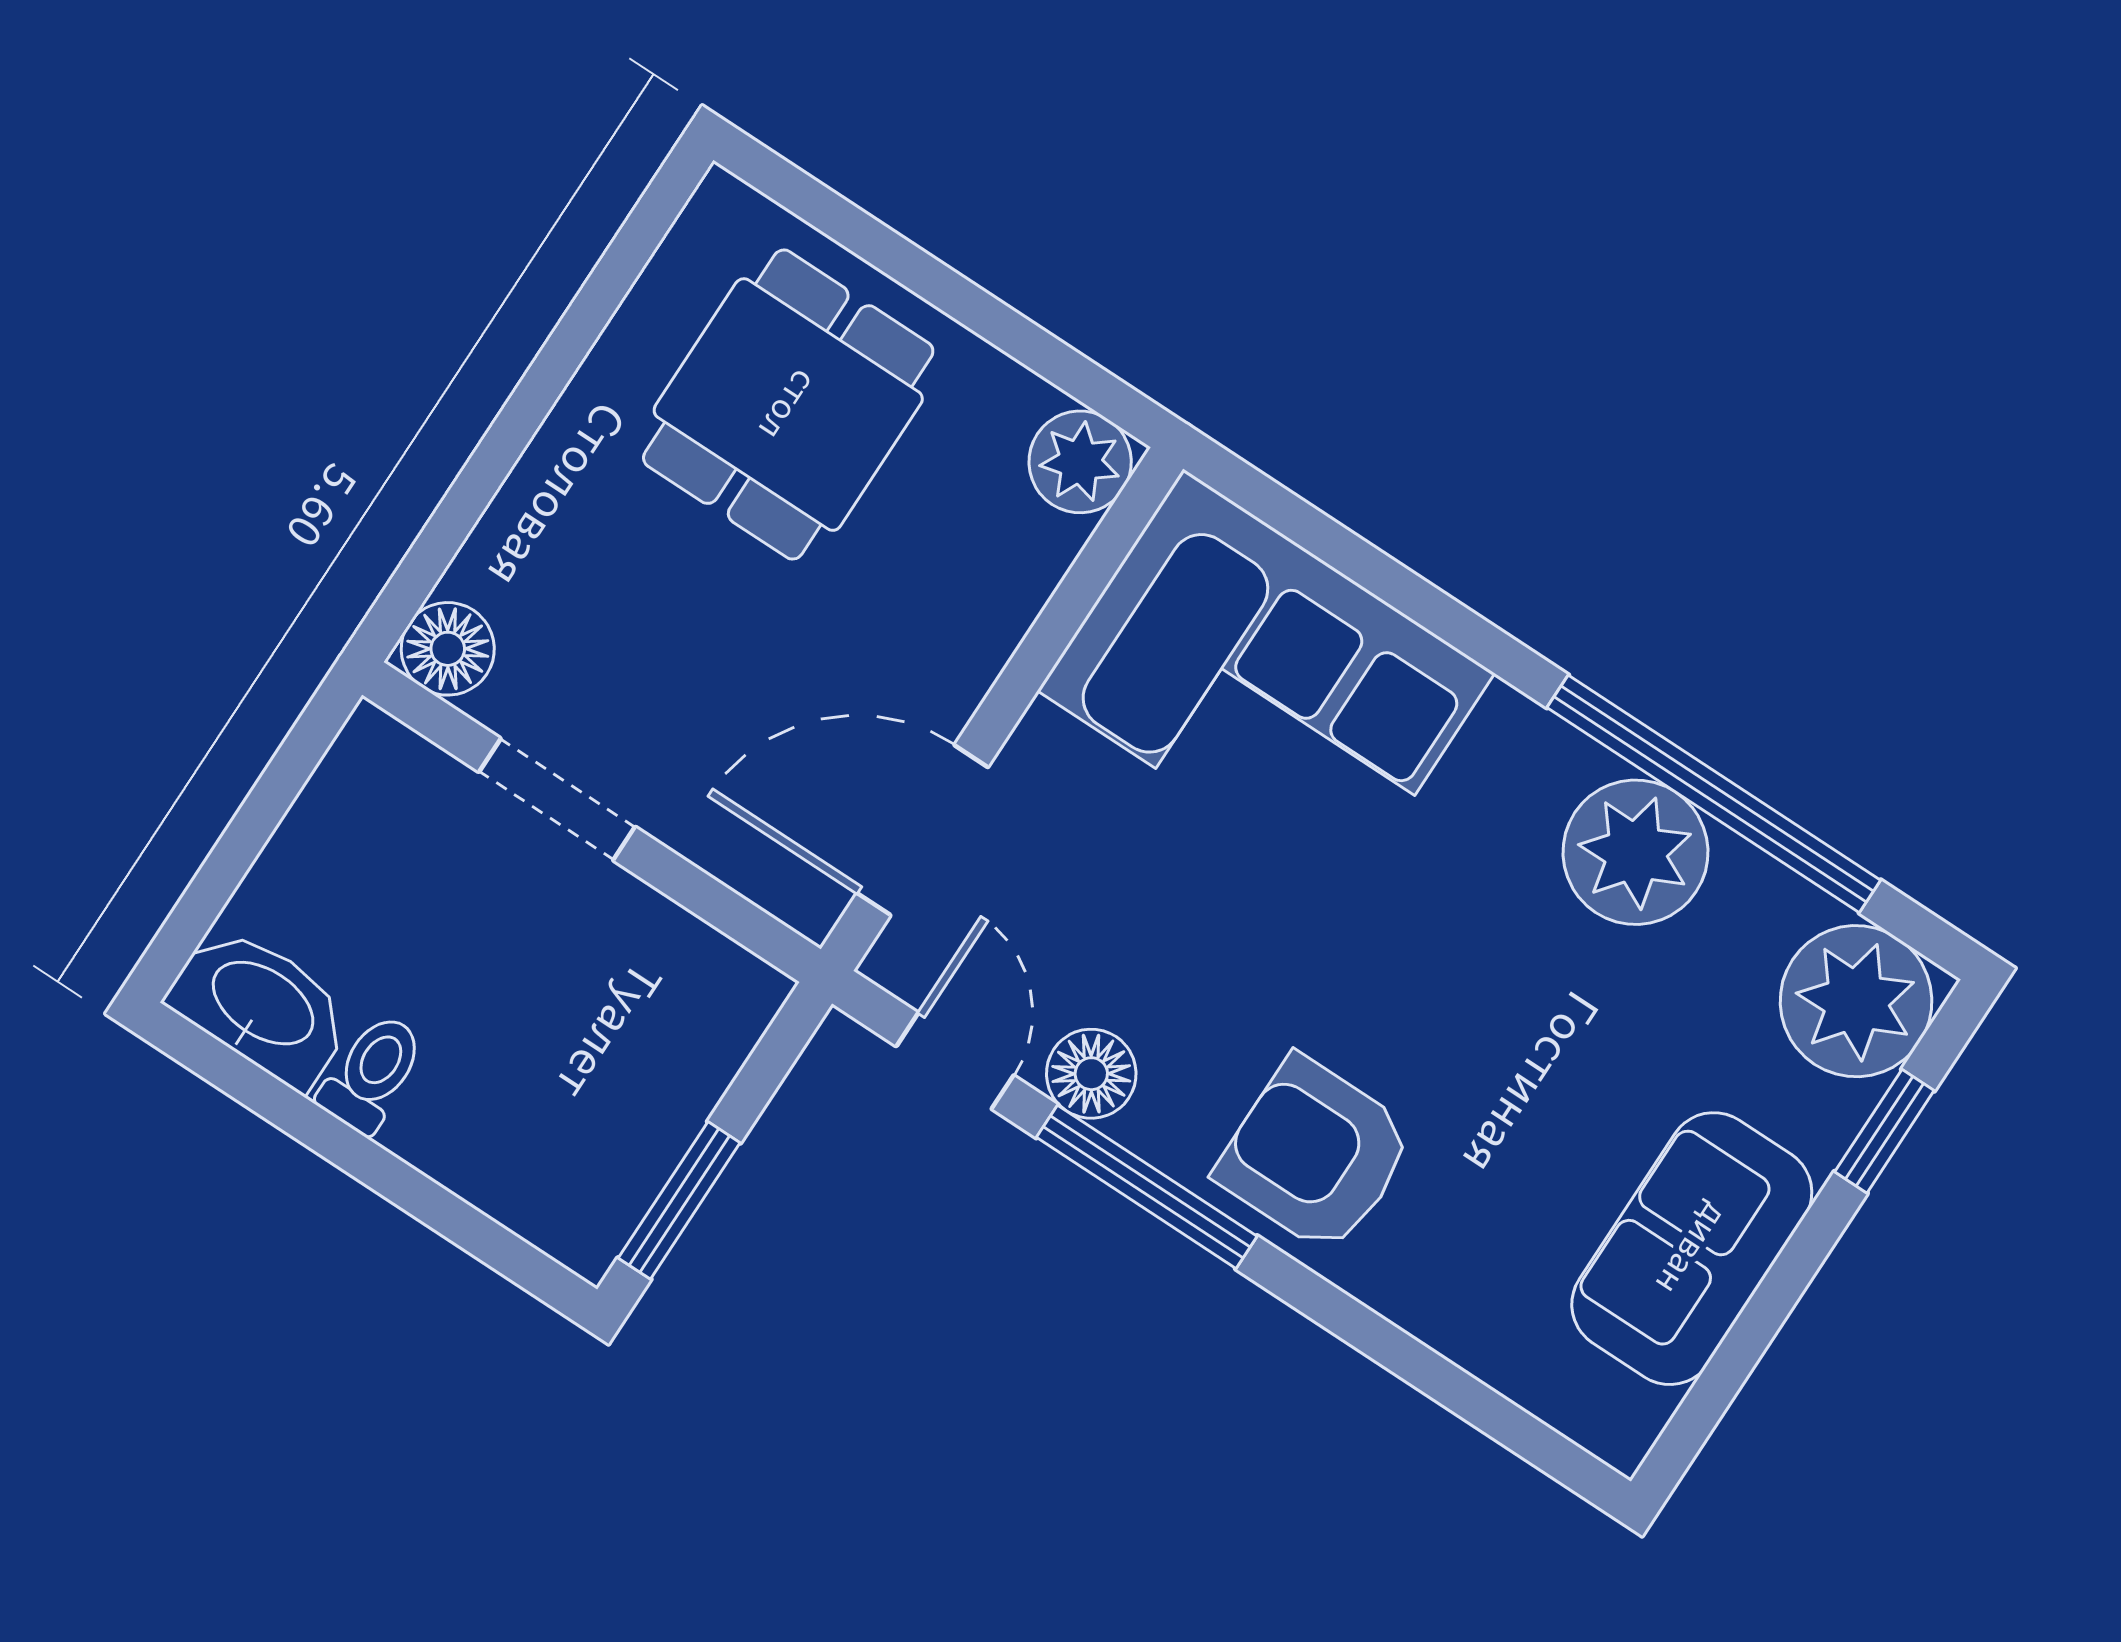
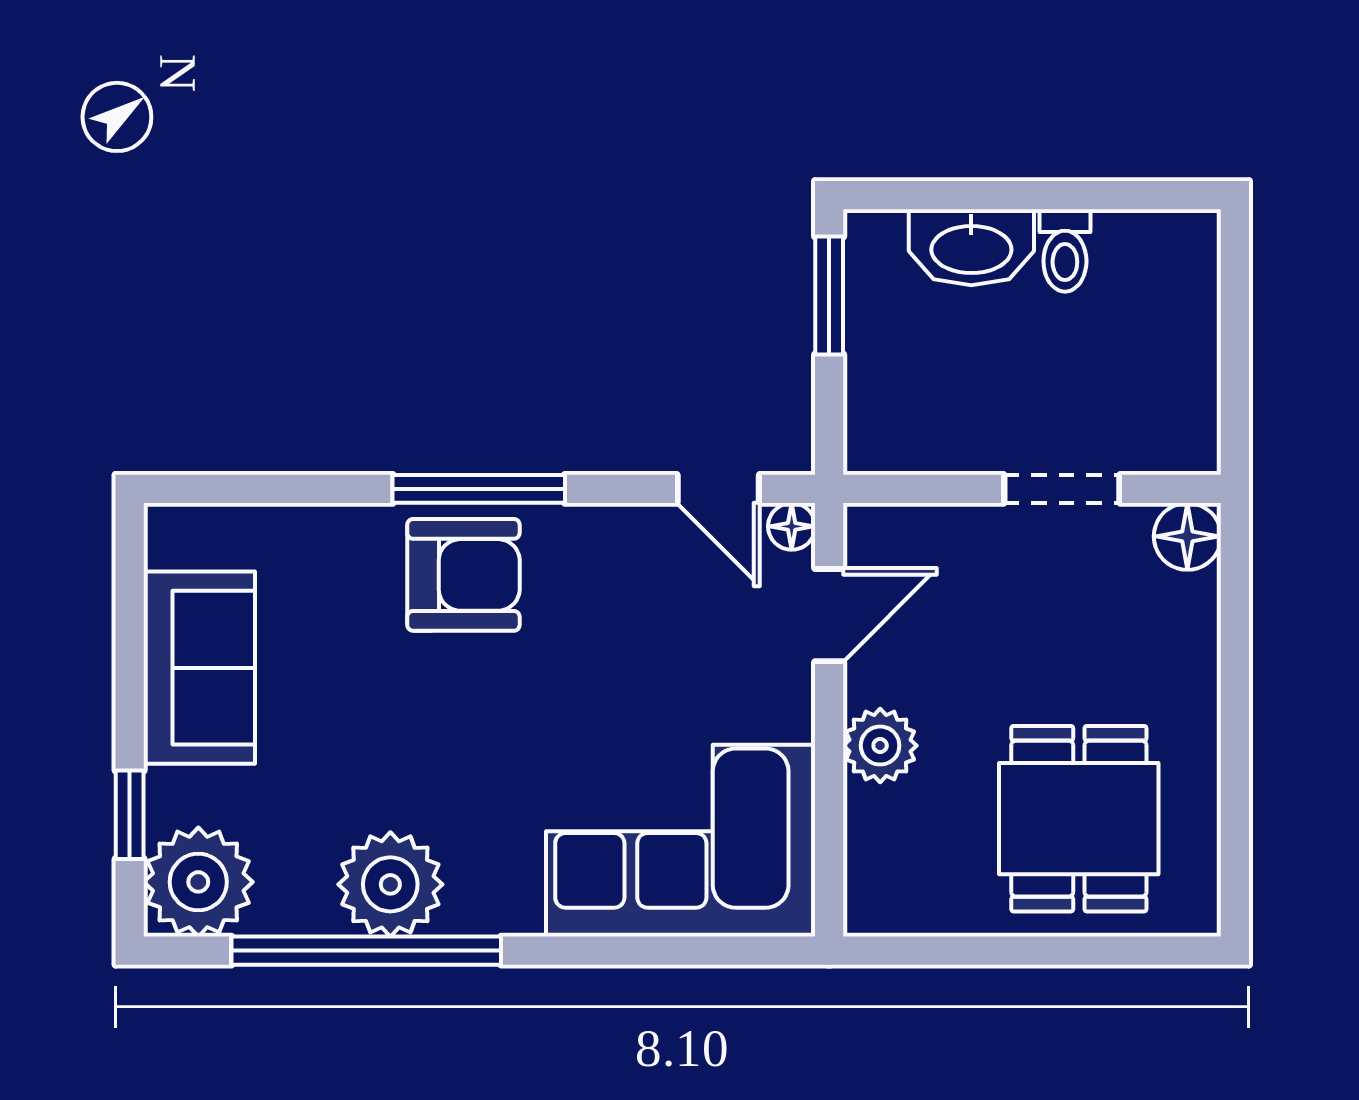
plant: (1080, 462) -> (880, 746), moved
door: (922, 830) -> (829, 615), width x0.73
washbasin: (261, 1006) -> (971, 247), moved
floor lamp: (1091, 1074) -> (792, 526), moved, width x0.73, depth x0.73
window: (1147, 1187) -> (479, 489), moved

